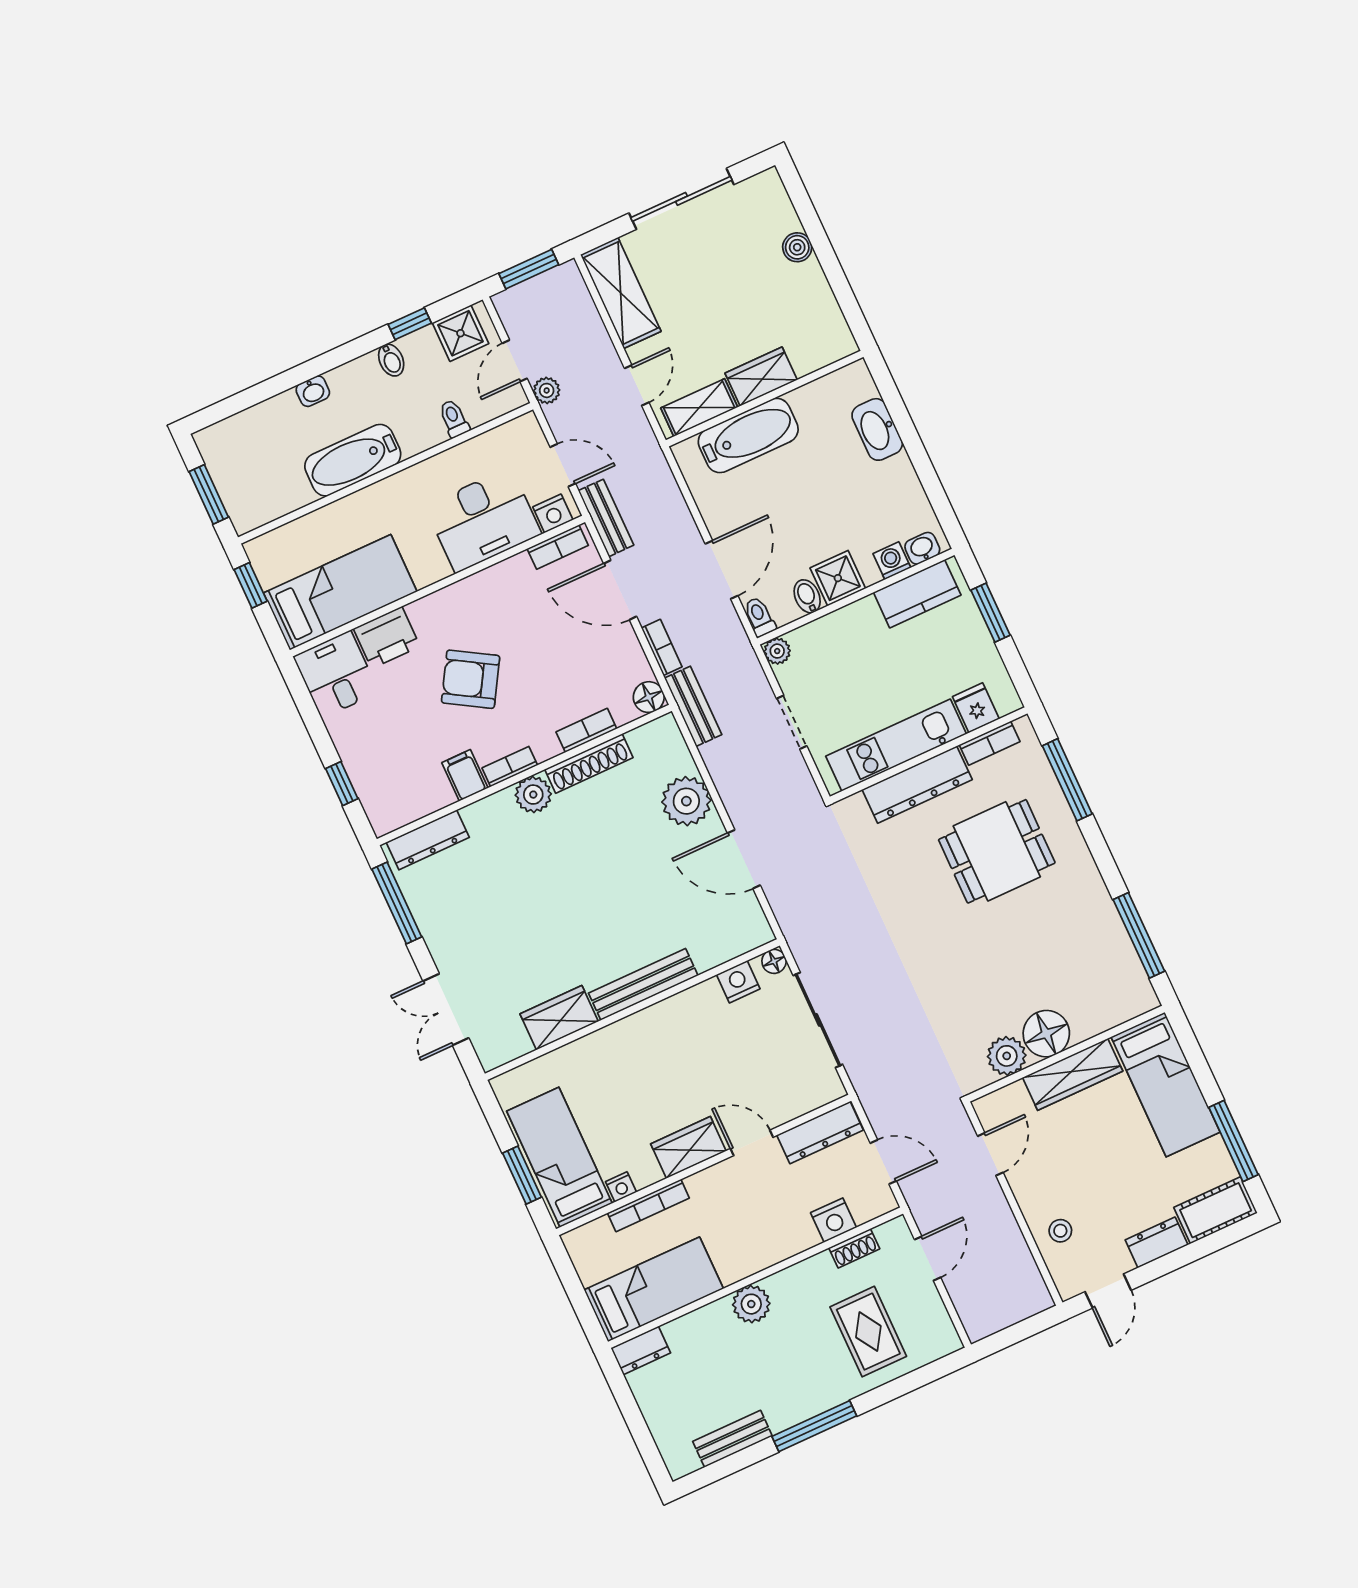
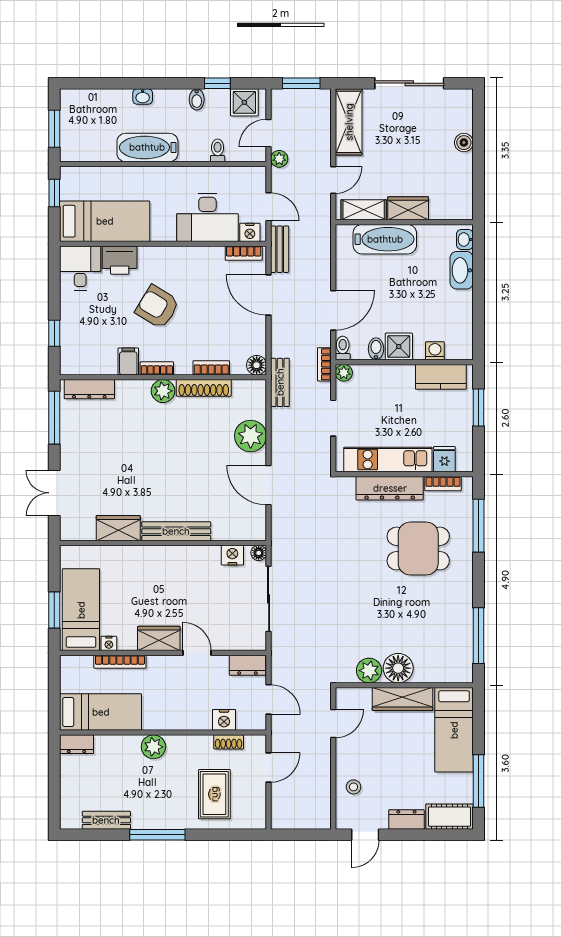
washbasin: (922, 548) -> (465, 239), moved, turned -90
bookcase: (662, 647) -> (324, 364), moved, turned 180
dresser: (820, 1133) -> (247, 665), width x0.70

